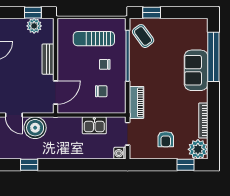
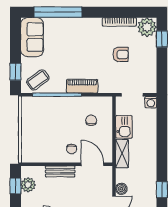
sun lounger: (94, 39) -> (41, 127), removed
chair: (105, 64) -> (72, 149), moved
sofa: (196, 70) -> (32, 37), moved, turned -90
piano: (137, 102) -> (82, 86), moved
shelving: (67, 123) -> (122, 154), added
boiler: (35, 128) -> (121, 189), width x0.54, depth x0.54
armchair: (166, 139) -> (121, 54), moved

